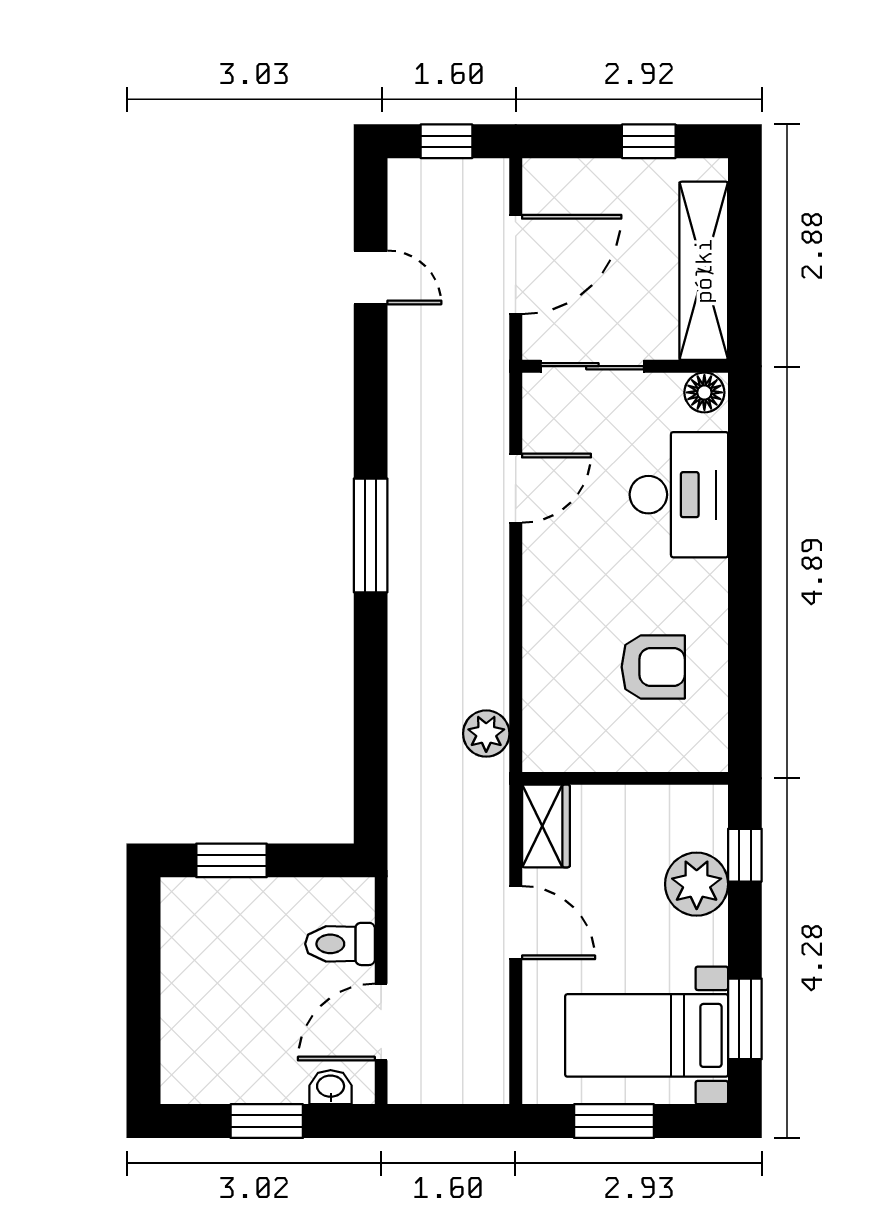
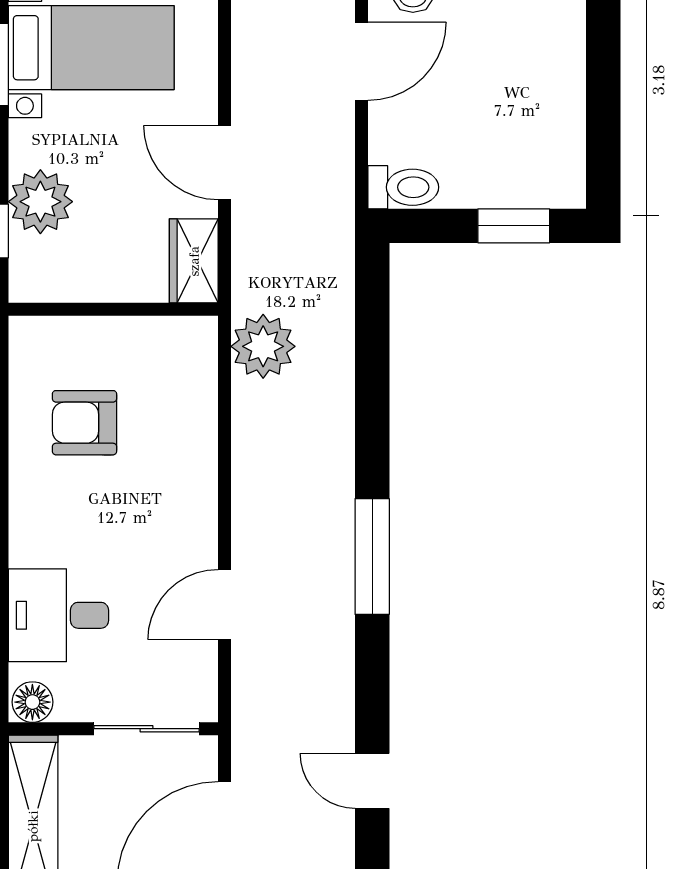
door: (371, 277) -> (372, 781), moved
desk: (679, 495) -> (58, 615), width x0.73
plant: (486, 734) -> (263, 346), width x1.36, depth x1.36
toilet: (340, 944) -> (403, 187), moved

